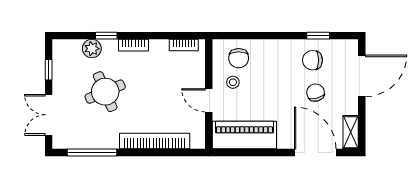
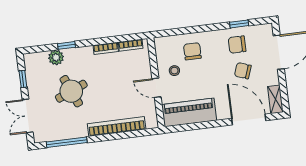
bookcase: (134, 45) -> (106, 48), moved
chair: (239, 58) -> (192, 51), moved, turned 180
chair: (316, 93) -> (243, 71), turned -56

